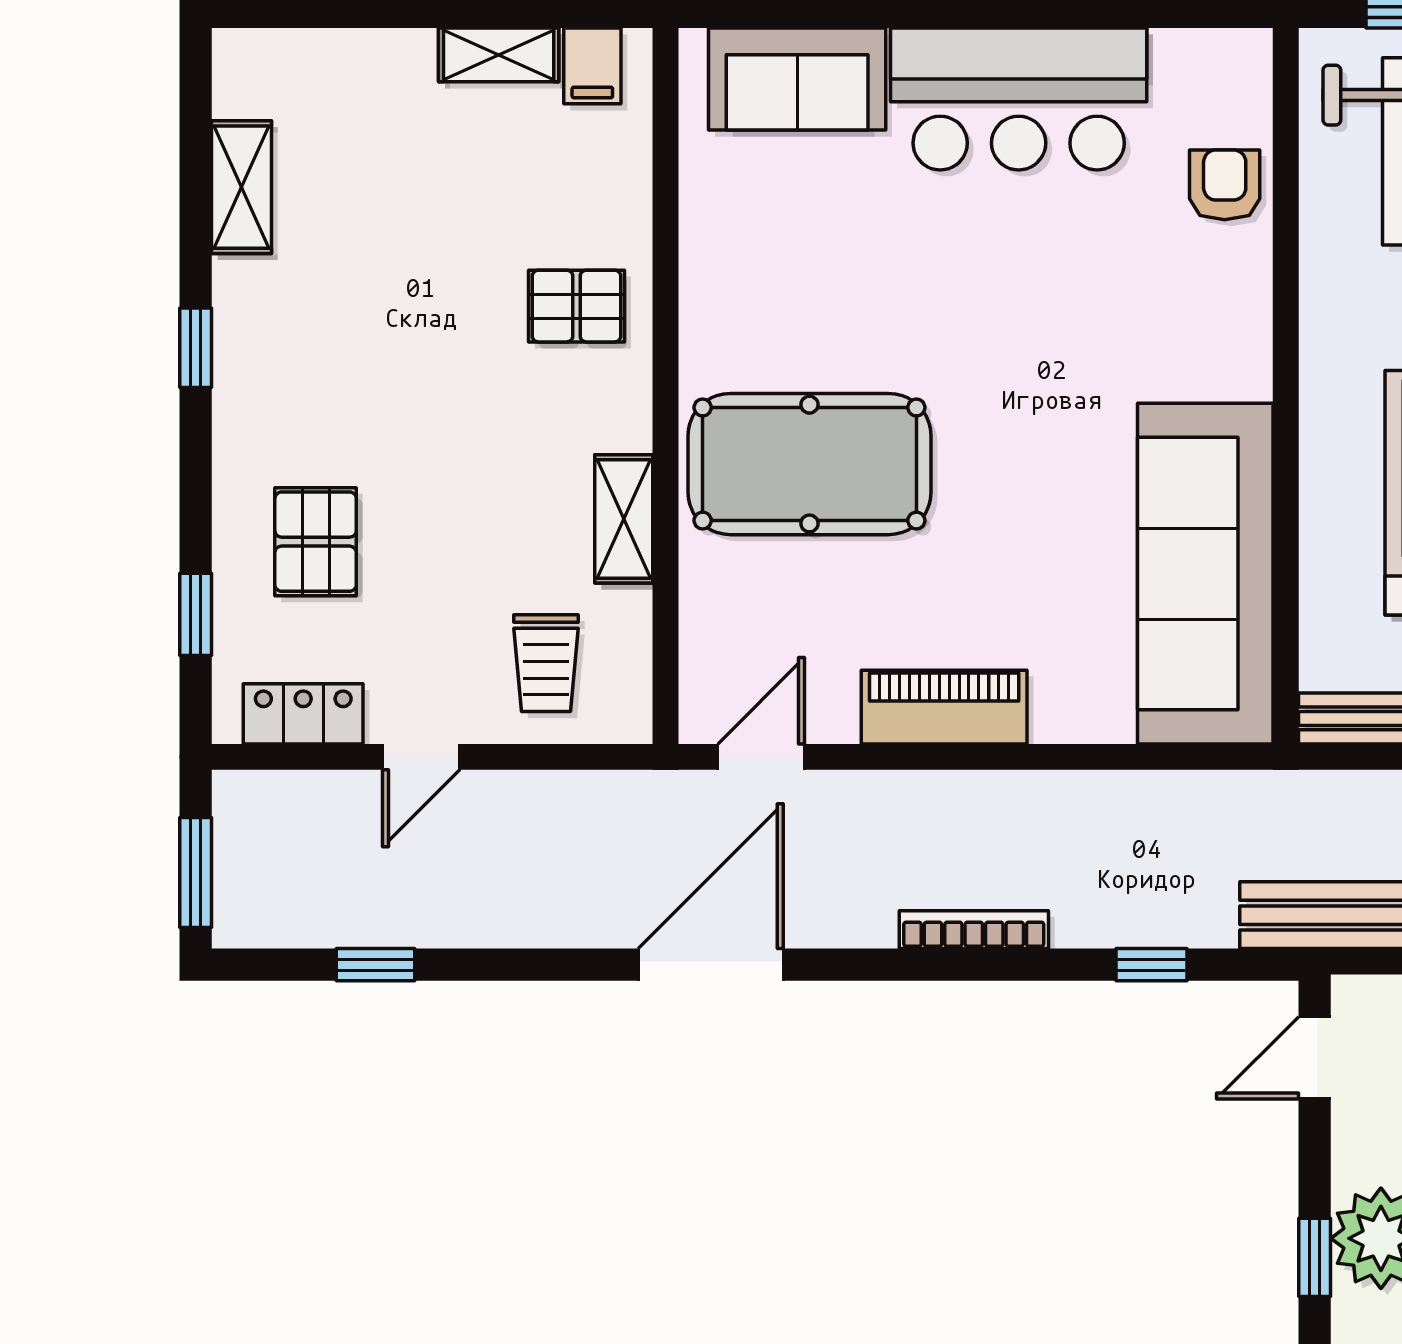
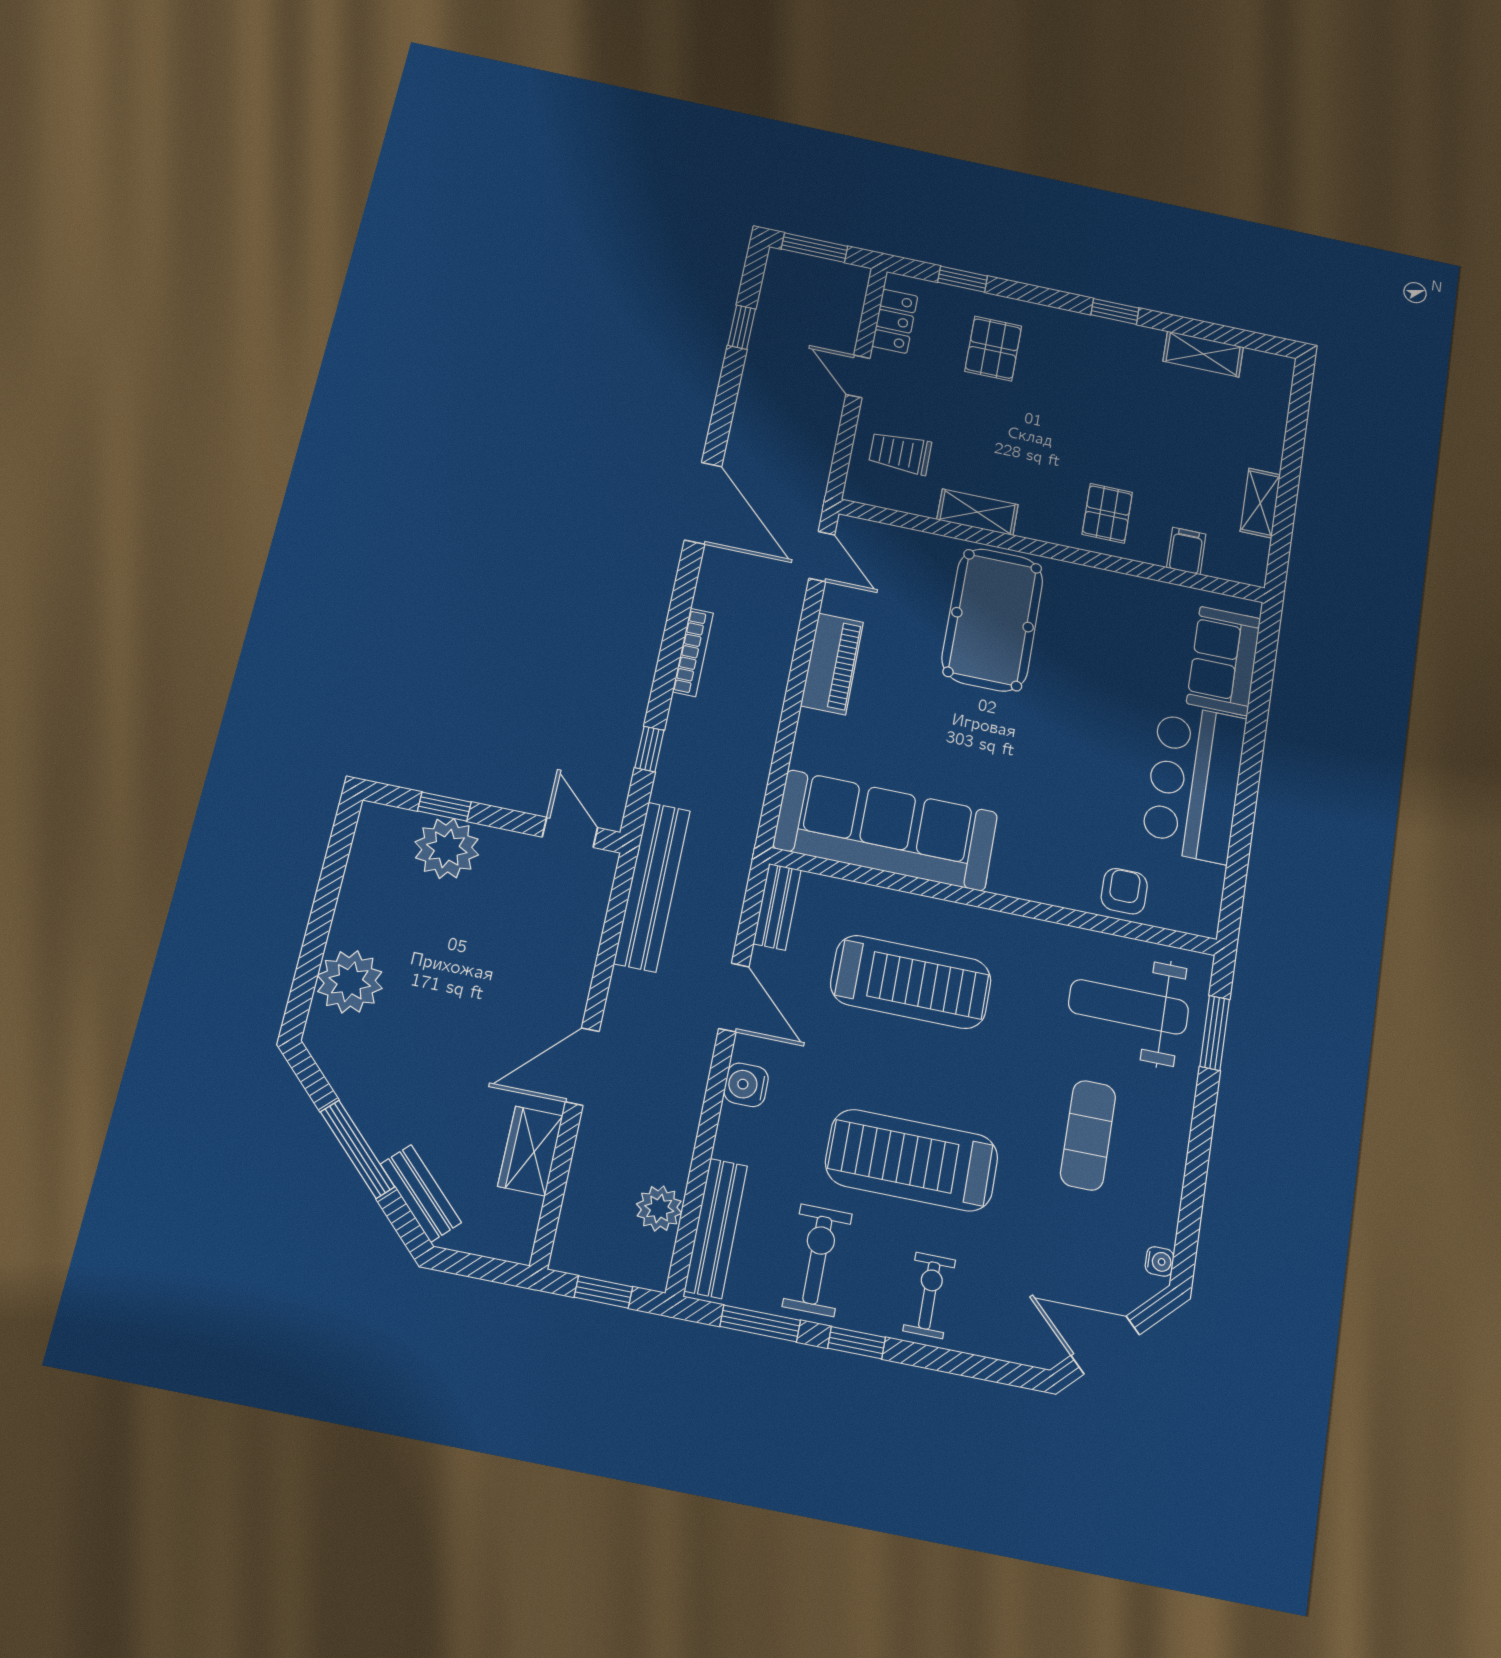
filing cabinet: (592, 66) -> (1186, 551), moved, turned 90
armchair: (1225, 185) -> (1124, 891), turned -90
pallet: (316, 542) -> (993, 349), turned 90

